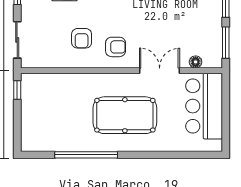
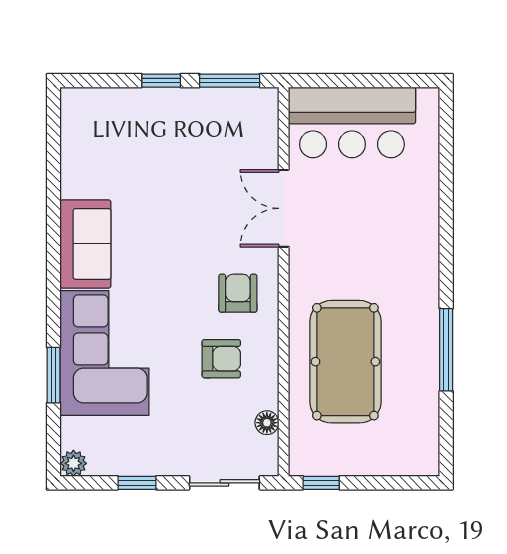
floor lamp: (196, 62) -> (267, 423), moved
pool table: (125, 115) -> (345, 362), moved
window: (86, 155) -> (446, 350), width x0.68

